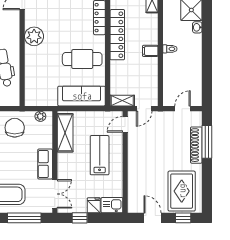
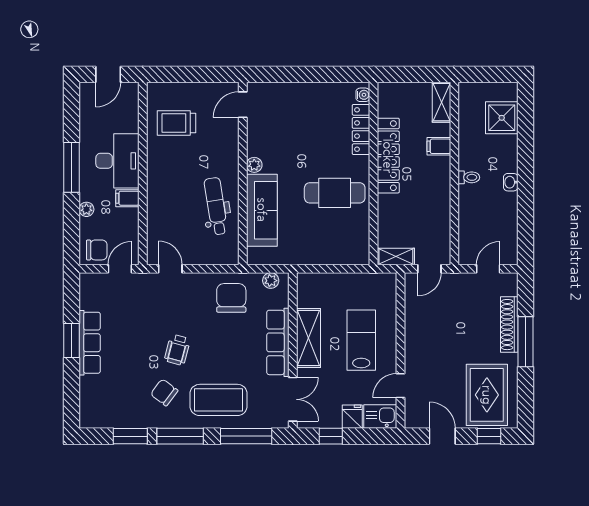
washbasin: (197, 27) -> (511, 182), moved
plant: (34, 36) -> (254, 165), width x0.53, depth x0.53
filing cabinet: (150, 51) -> (439, 146), moved
sofa: (82, 96) -> (262, 210), moved, turned 90
door: (125, 124) -> (400, 386), moved
shelving: (65, 133) -> (308, 338), moved
window: (207, 142) -> (526, 342), moved
row of seats: (45, 164) -> (278, 342), width x1.48

